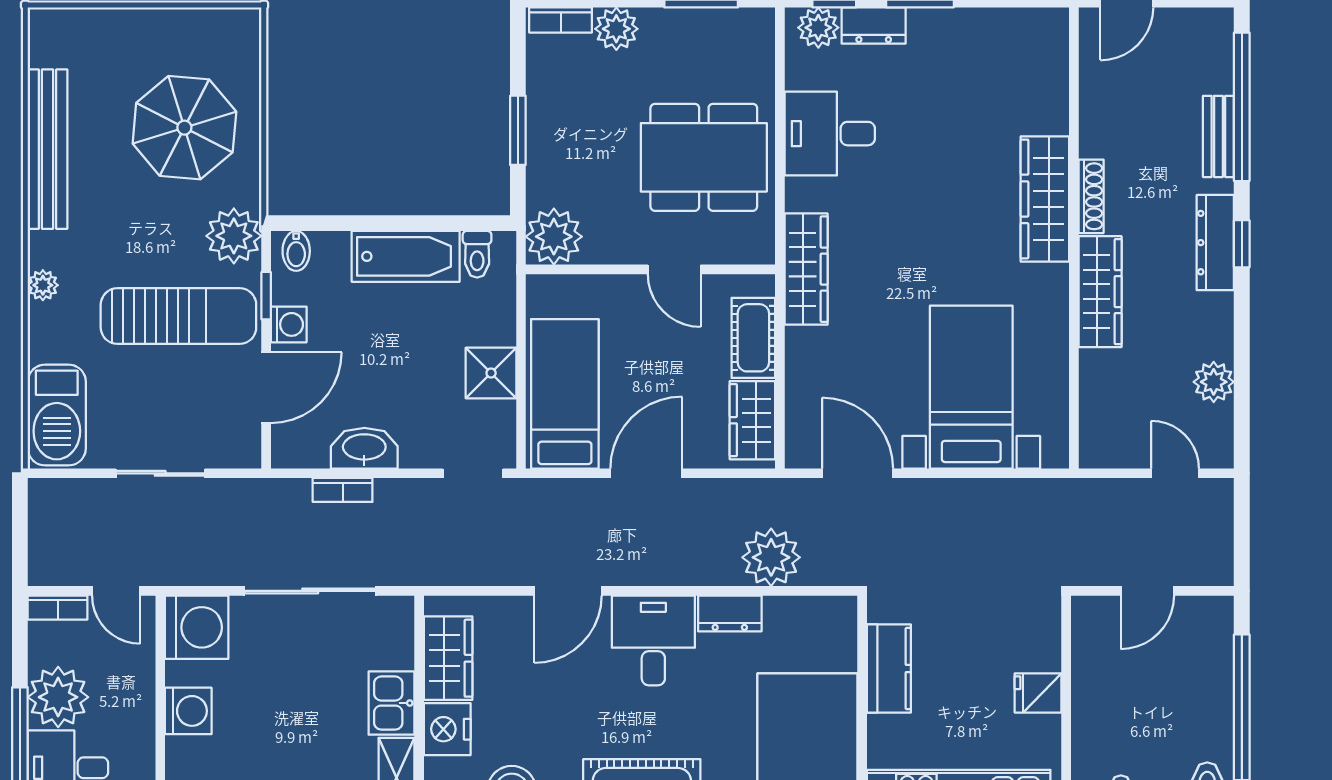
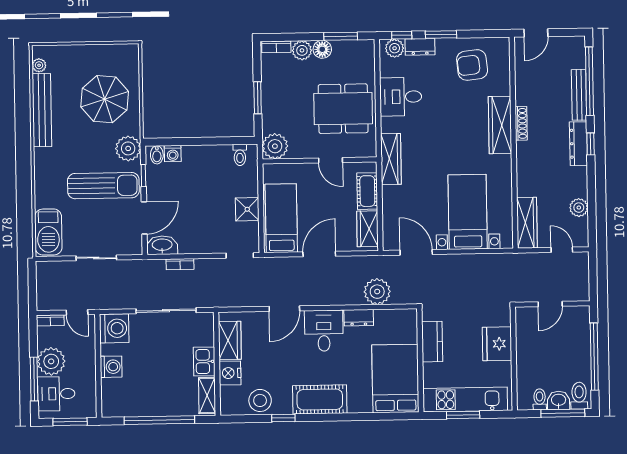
floor lamp: (661, 27) -> (322, 49), added
armchair: (987, 67) -> (472, 65), added
bench: (1218, 136) -> (579, 95), width x1.36
bathtub: (406, 256) -> (207, 156), removed
plant: (43, 285) -> (39, 65), moved
wardrobe: (1100, 292) -> (527, 223), moved
washing machine: (289, 324) -> (173, 154), moved, turned 90
washbasin: (364, 448) -> (162, 245), moved
fridge: (1038, 693) -> (497, 344), width x1.88, depth x1.34

